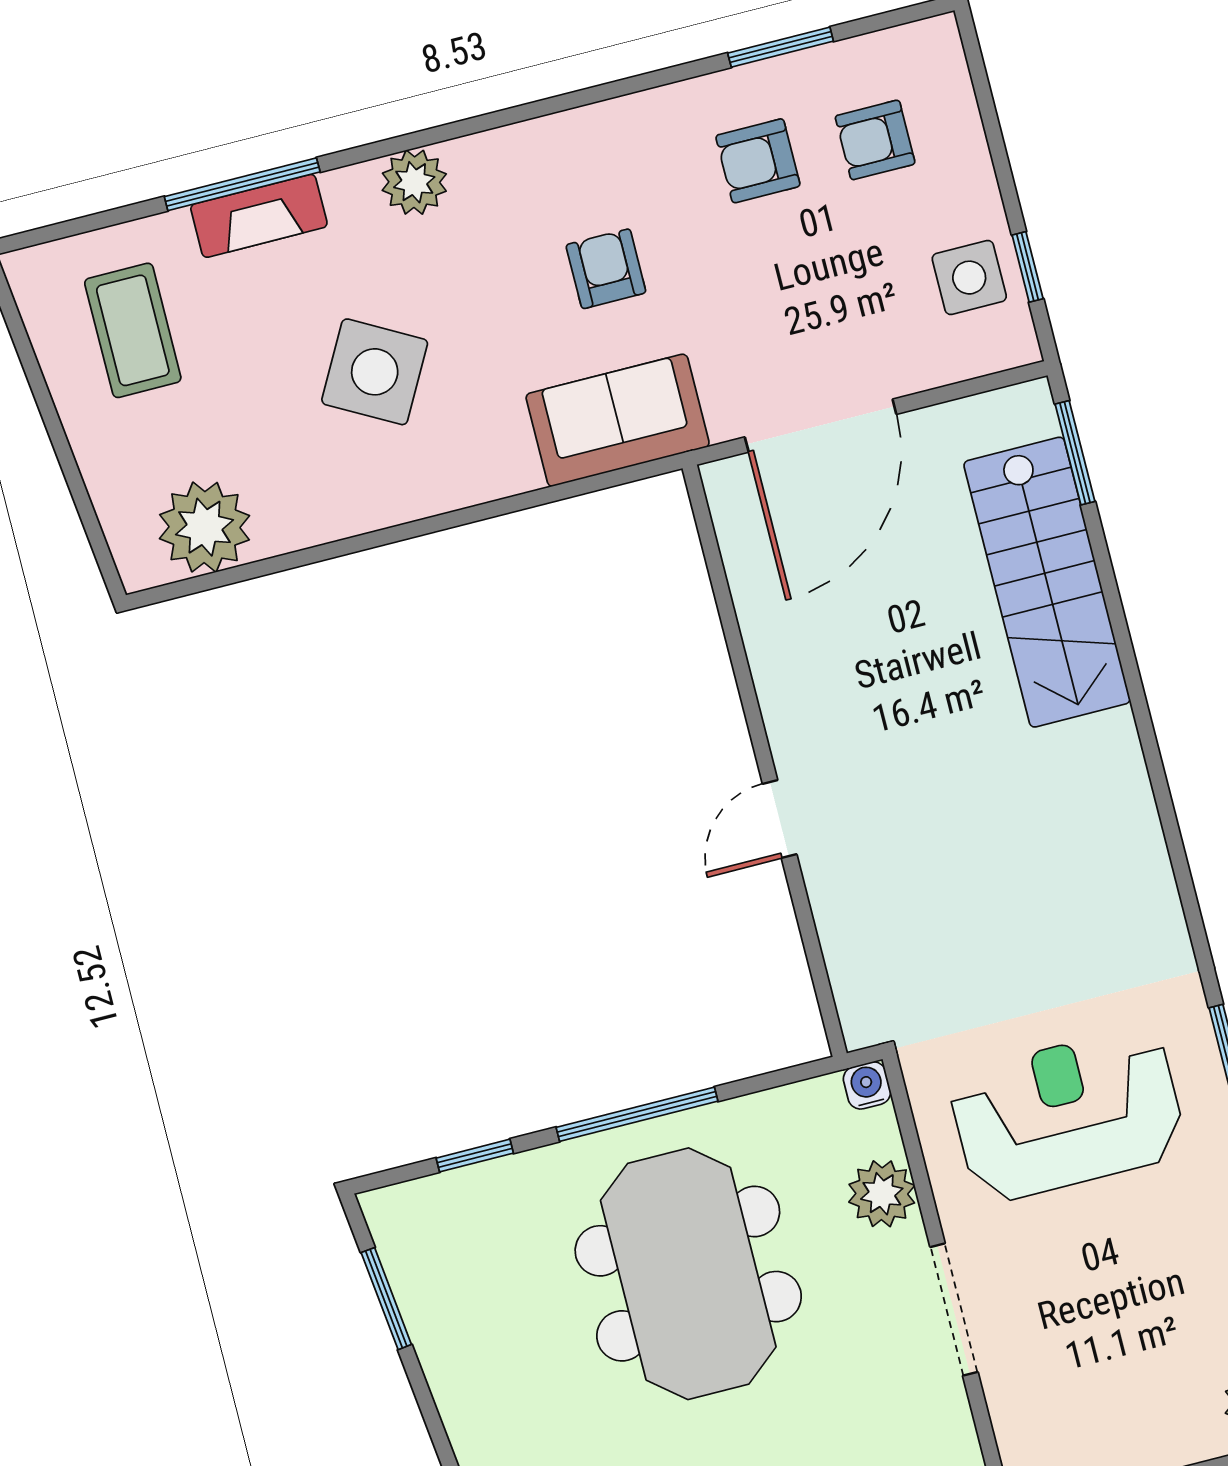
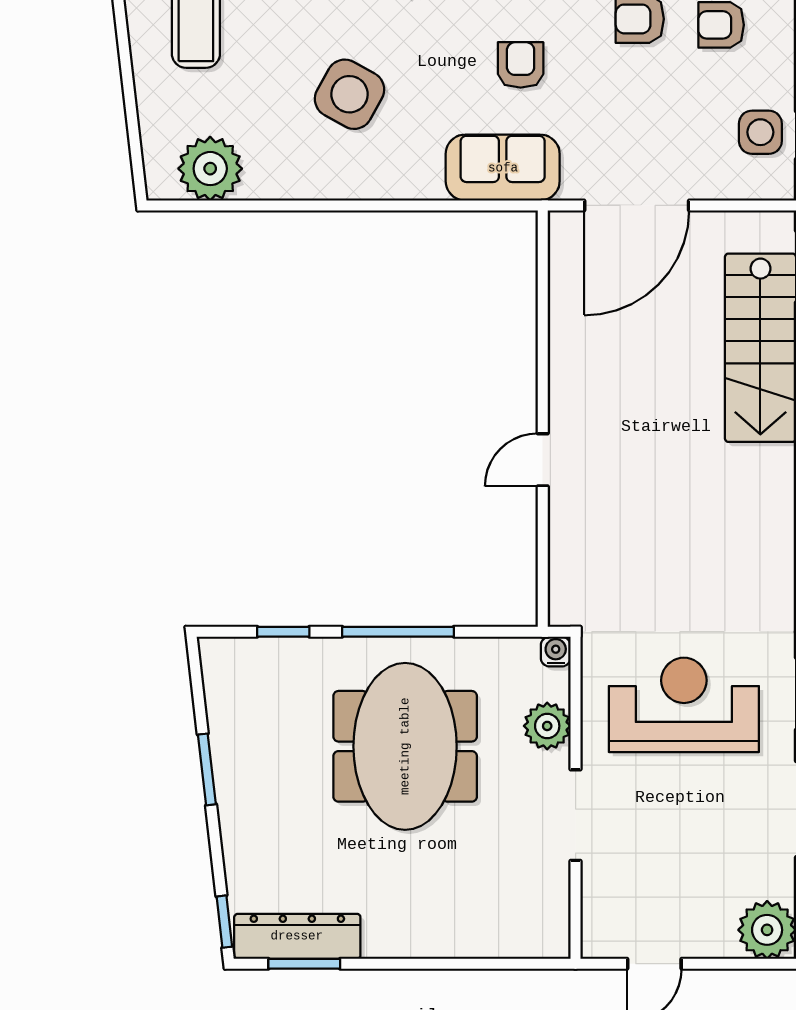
window: (386, 1299) -> (207, 769), moved

